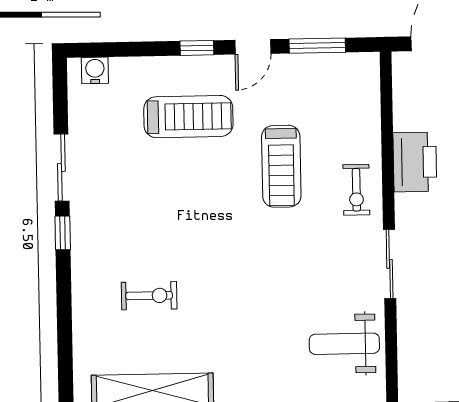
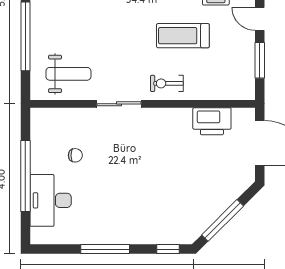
printer: (415, 162) -> (212, 121), moved
weight bench: (344, 344) -> (68, 74), turned 90

